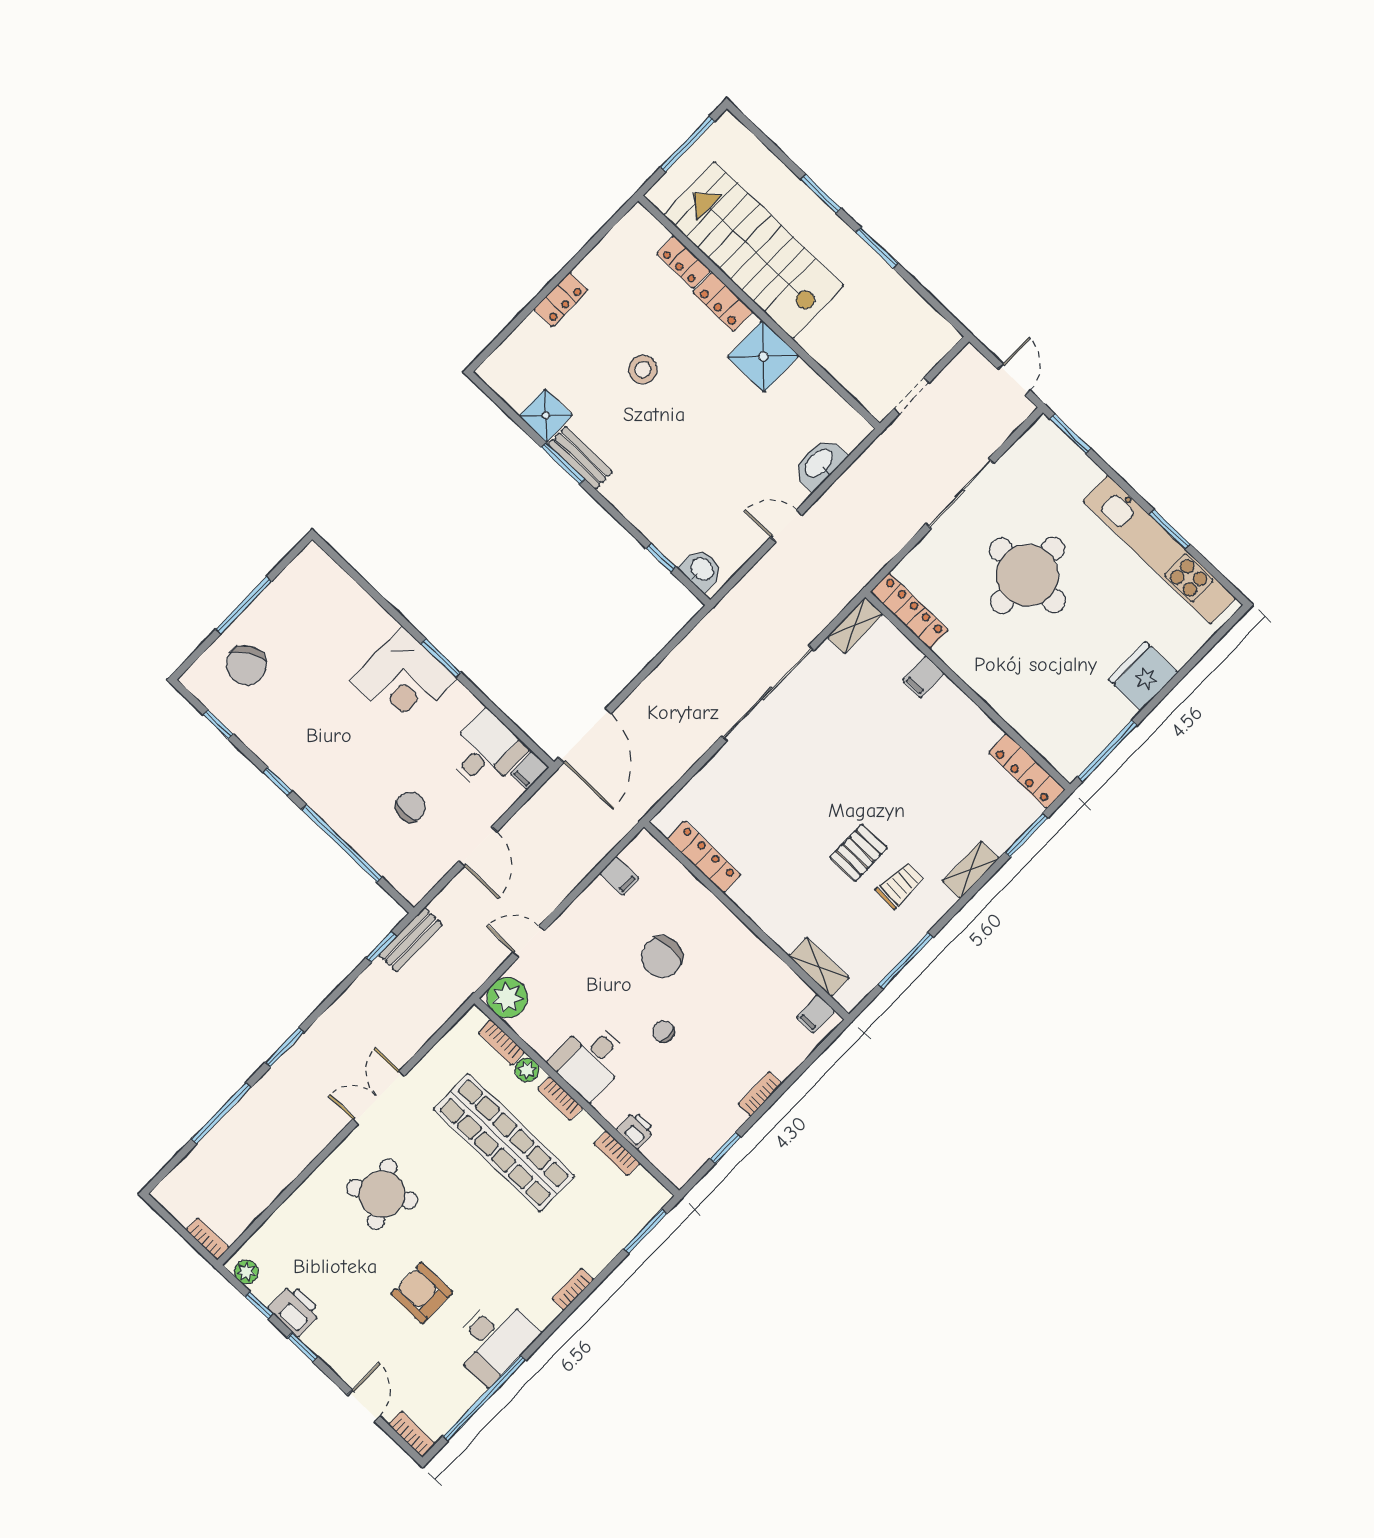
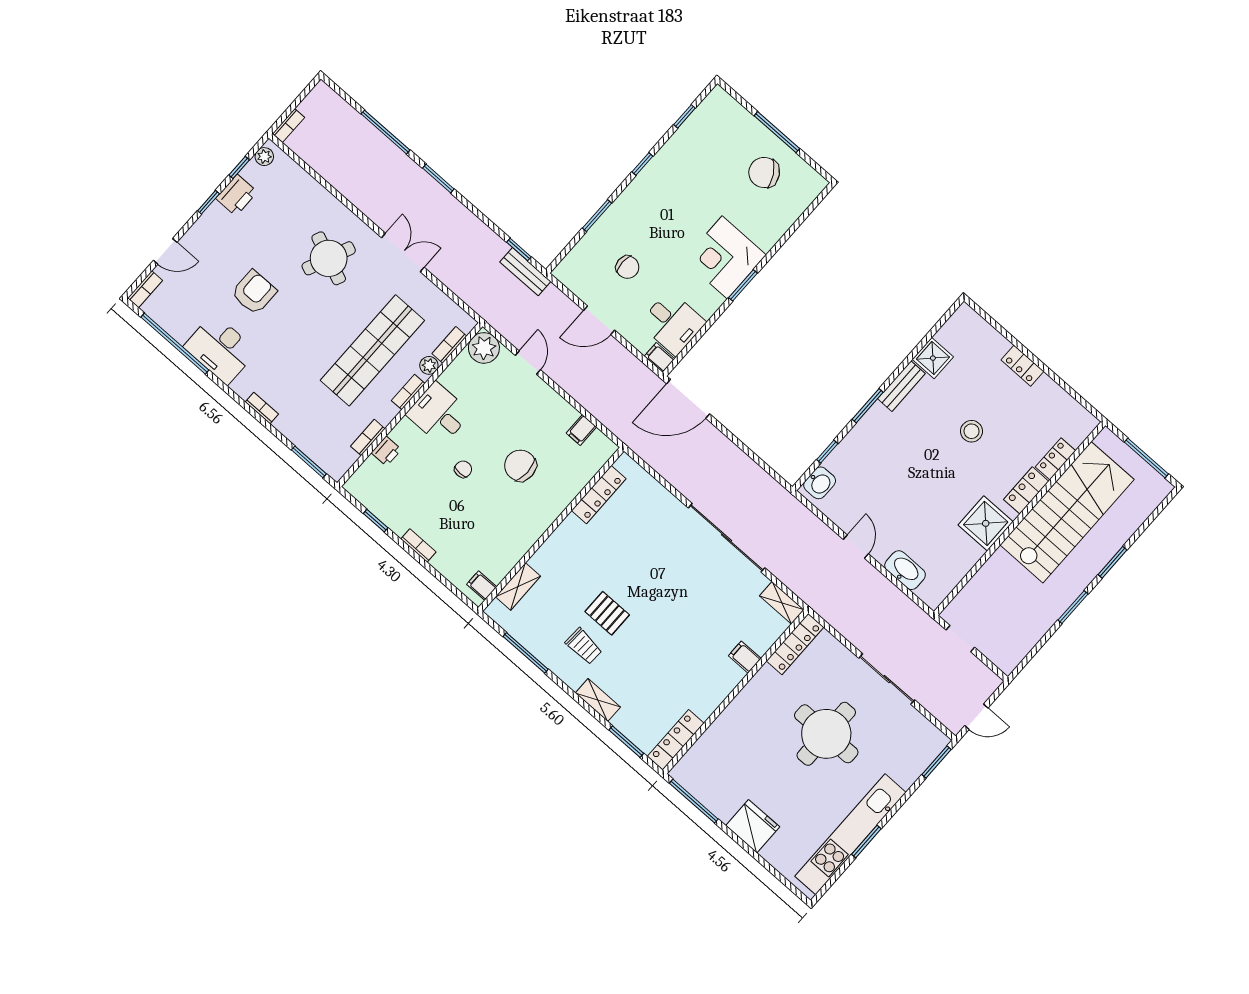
window: (563, 463) -> (868, 406), moved
chair: (247, 665) -> (764, 172), moved
window: (342, 843) -> (597, 216), width x0.47
round table: (382, 1194) -> (329, 258), turned -36

